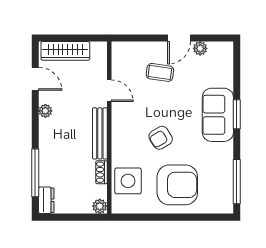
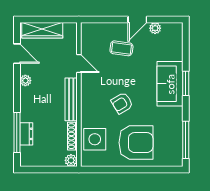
shoe rack: (101, 172) -> (72, 136), width x1.43
dresser: (46, 200) -> (26, 134), moved

